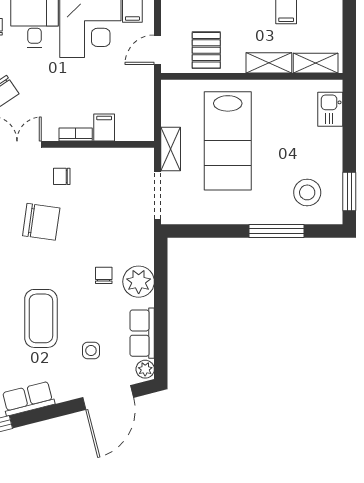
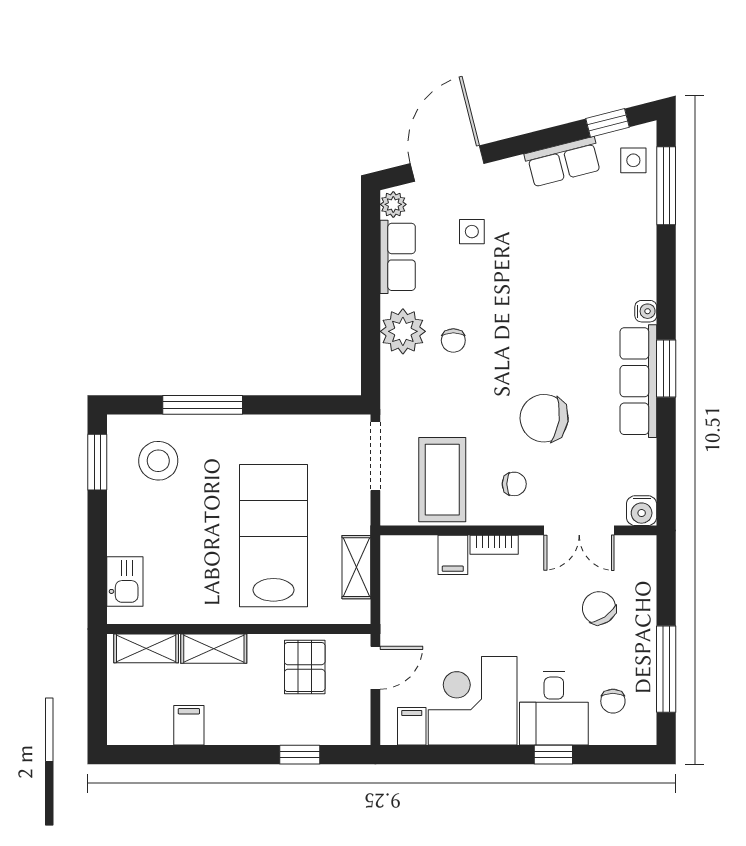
shelving: (171, 149) -> (356, 567), moved
coffee table: (41, 318) -> (442, 480), moved

